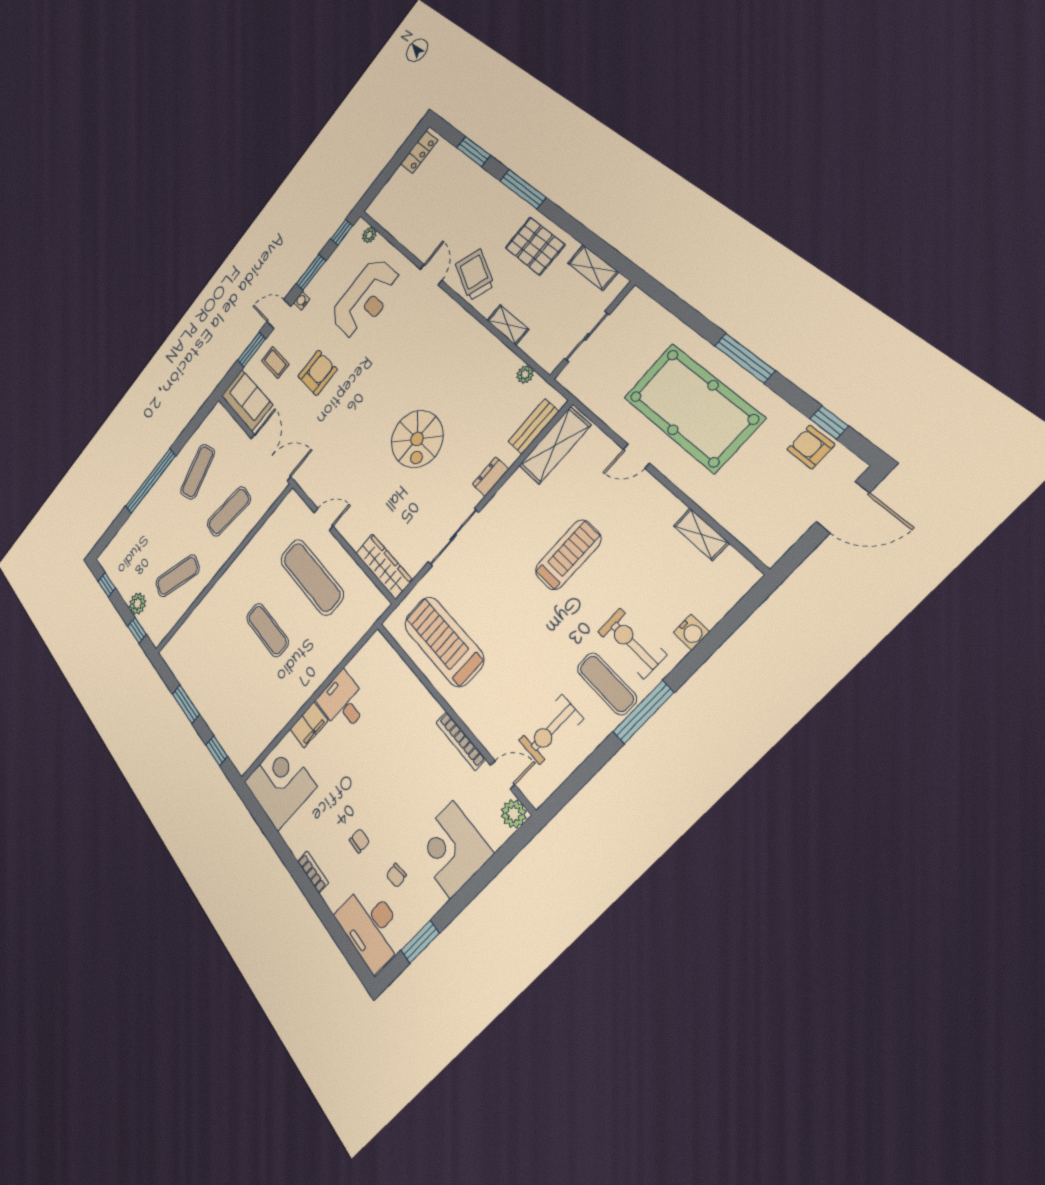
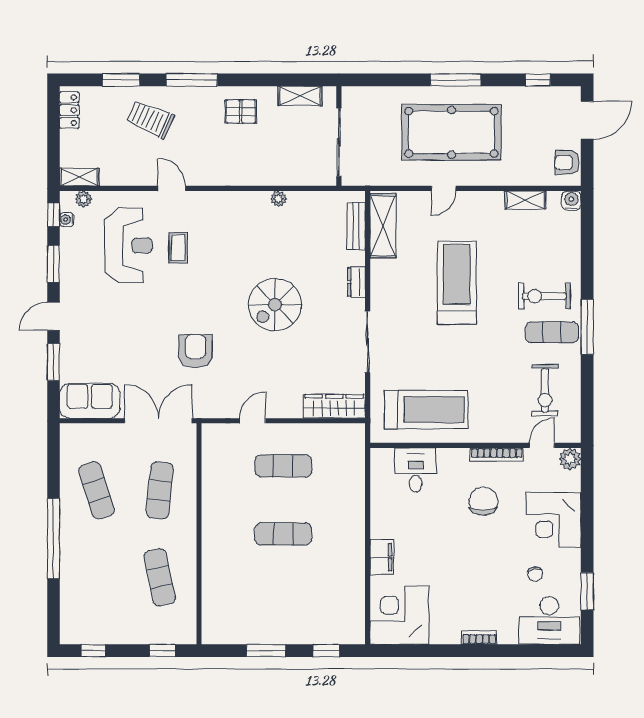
pallet: (535, 246) -> (241, 112), width x0.67, depth x0.71
trolley: (475, 275) -> (150, 119), moved
water cooler: (302, 301) -> (67, 220), moved
shelving: (508, 325) -> (79, 177), moved
sliding door: (587, 337) -> (339, 142), width x1.37
coffee table: (275, 363) -> (178, 248), moved, turned 90
armchair: (318, 373) -> (195, 351), moved
plant: (525, 374) -> (278, 199), moved
spiral stairs: (417, 439) -> (275, 305), turned 90
armchair: (811, 447) -> (567, 163), moved
treadmill: (568, 555) -> (457, 283), width x1.37, depth x1.38
exercise mat: (177, 576) -> (160, 577), turned -30
exercise mat: (312, 577) -> (283, 466), width x0.73, depth x0.69
plant: (137, 604) -> (142, 633), removed
water cooler: (691, 632) -> (571, 201), moved, turned -90
treadmill: (444, 641) -> (426, 410), turned 180
desk: (343, 702) -> (416, 470), moved, turned 90
chair: (359, 841) -> (483, 501), moved, width x1.87, depth x1.87

